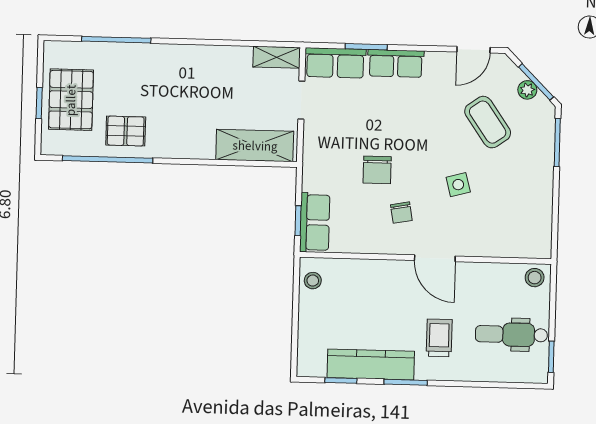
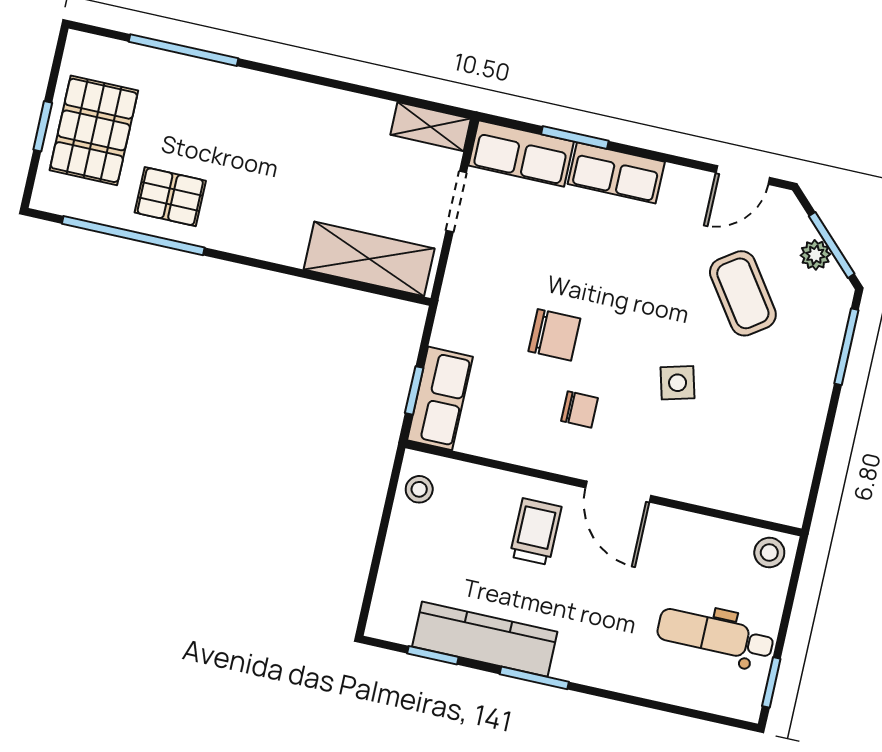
chair: (377, 170) -> (554, 335), turned -90
chair: (401, 213) -> (579, 409), turned -80
trolley: (439, 338) -> (536, 532), moved

